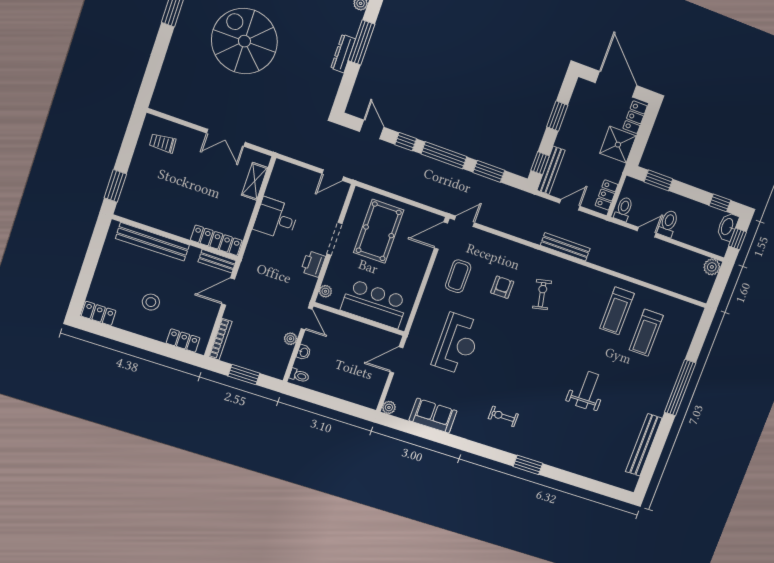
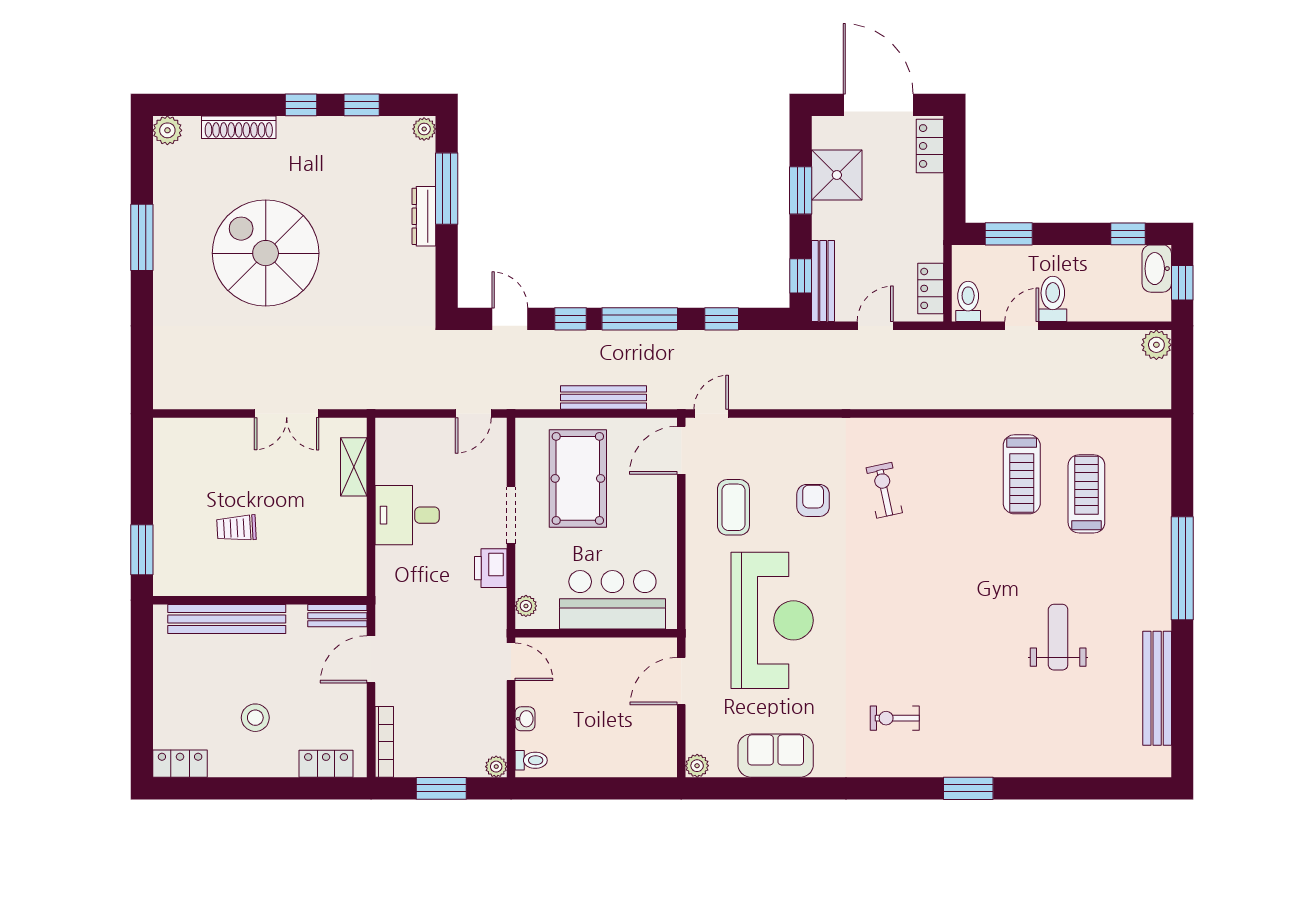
trolley: (163, 143) -> (236, 528), moved
shower: (618, 145) -> (837, 175), moved
window: (489, 171) -> (722, 319), width x0.67
locker: (216, 240) -> (325, 582), removed
bench: (565, 247) -> (603, 397), moved
treadmill: (646, 333) -> (1086, 494), turned 180
plant: (290, 339) -> (496, 767), moved
reception desk: (457, 344) -> (772, 620), width x1.36, depth x1.30
weight bench: (587, 390) -> (1058, 637), moved

